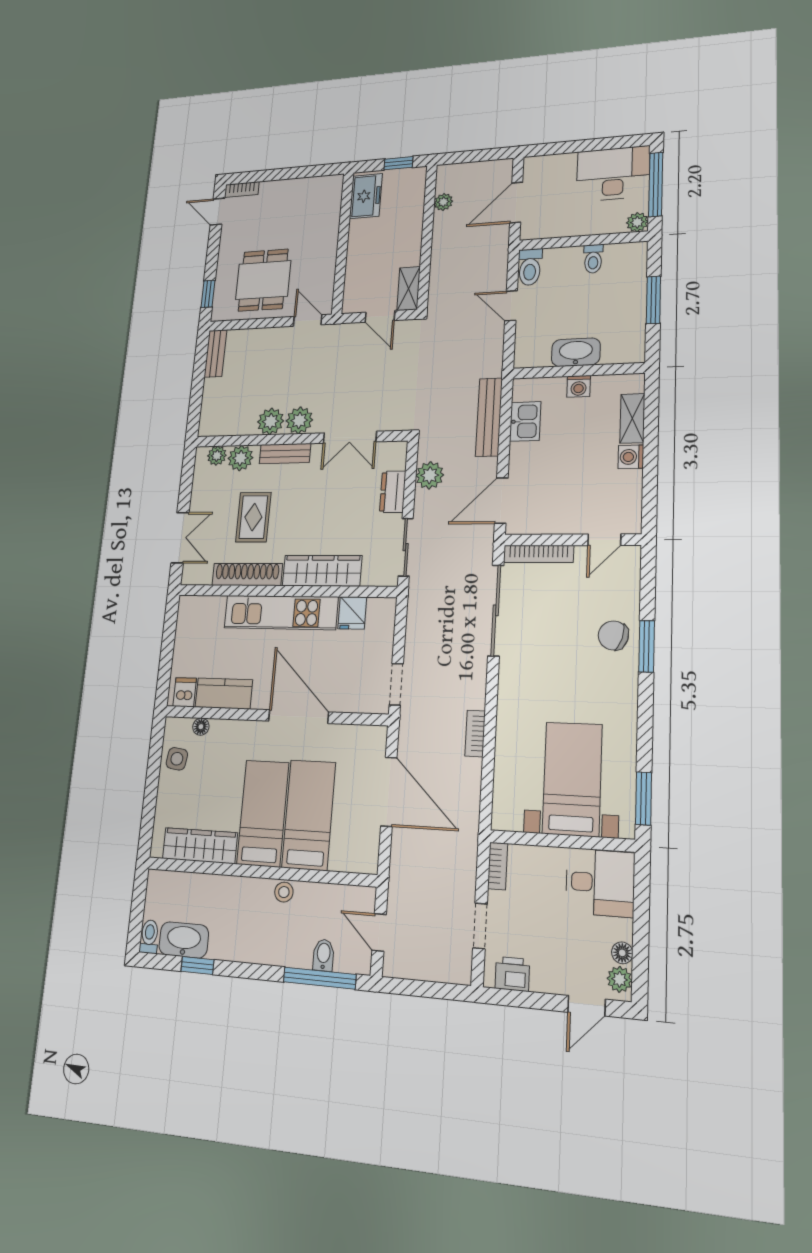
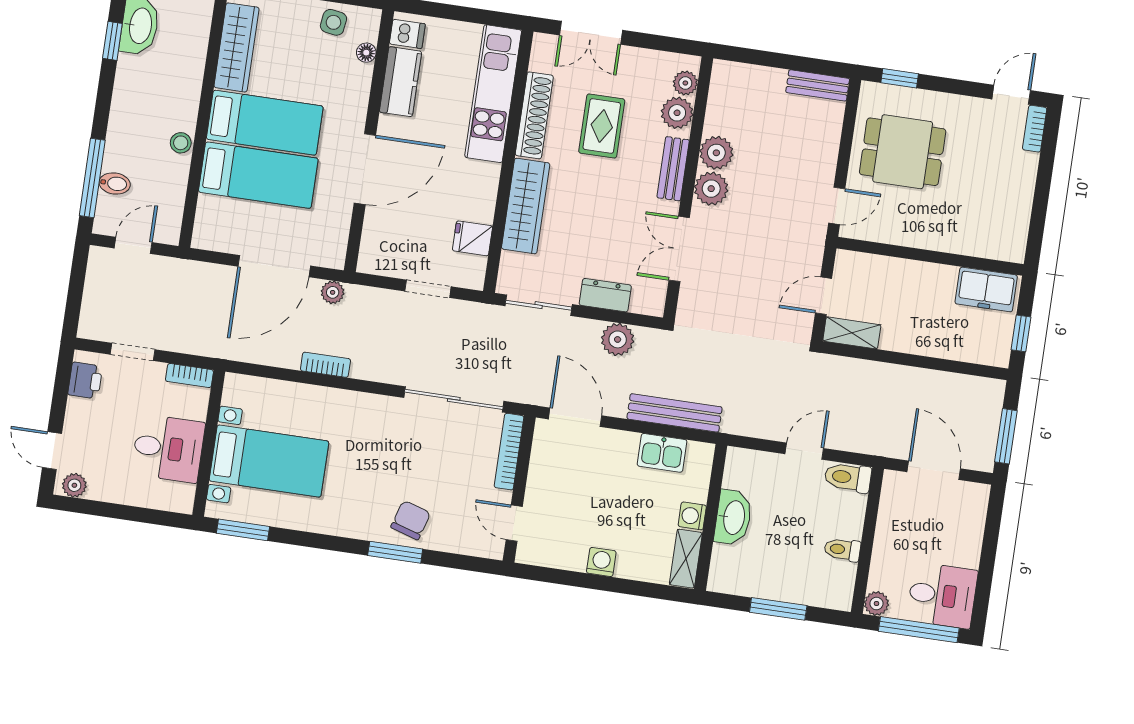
window: (482, 155) -> (1006, 436), added
desk: (613, 174) -> (942, 595), width x0.73
plant: (443, 202) -> (333, 292), moved
shelving: (632, 418) -> (686, 559), moved, turned 90
rug: (253, 517) -> (602, 126), turned 90
kitchen unit: (281, 612) -> (493, 94), moved
doorway: (396, 684) -> (428, 289), moved
desk: (600, 883) -> (168, 448), moved, turned -90
floor lamp: (622, 953) -> (98, 491), removed

